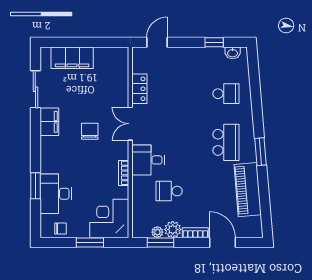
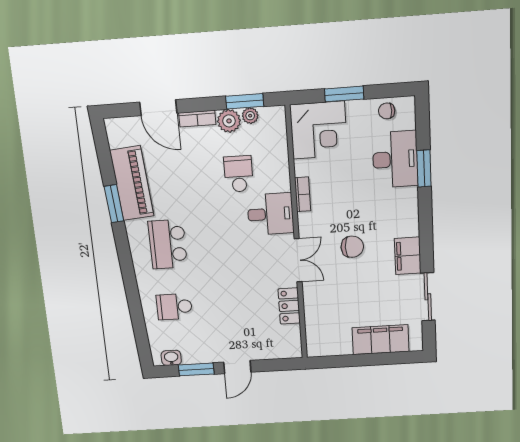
door: (157, 42) -> (237, 367), moved
window: (214, 42) -> (196, 369), width x1.50
chair: (90, 131) -> (352, 247), turned -90
window: (260, 152) -> (114, 204), moved
school desk: (169, 191) -> (239, 174), turned -90

